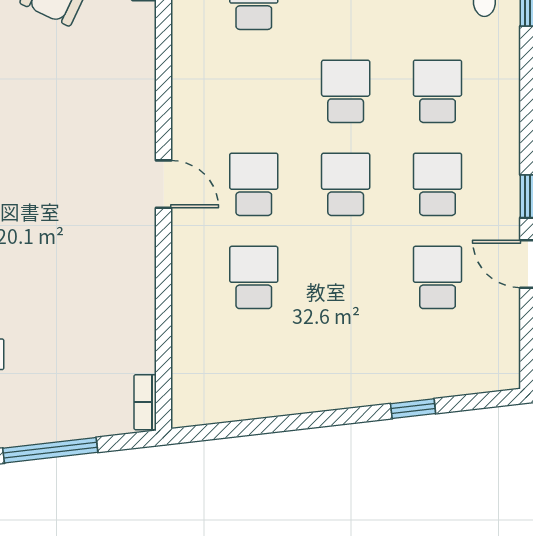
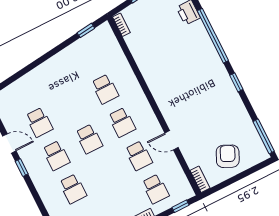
school desk: (346, 91) -> (139, 156), moved
door: (164, 184) -> (171, 140), moved
window: (413, 409) -> (86, 30), moved

